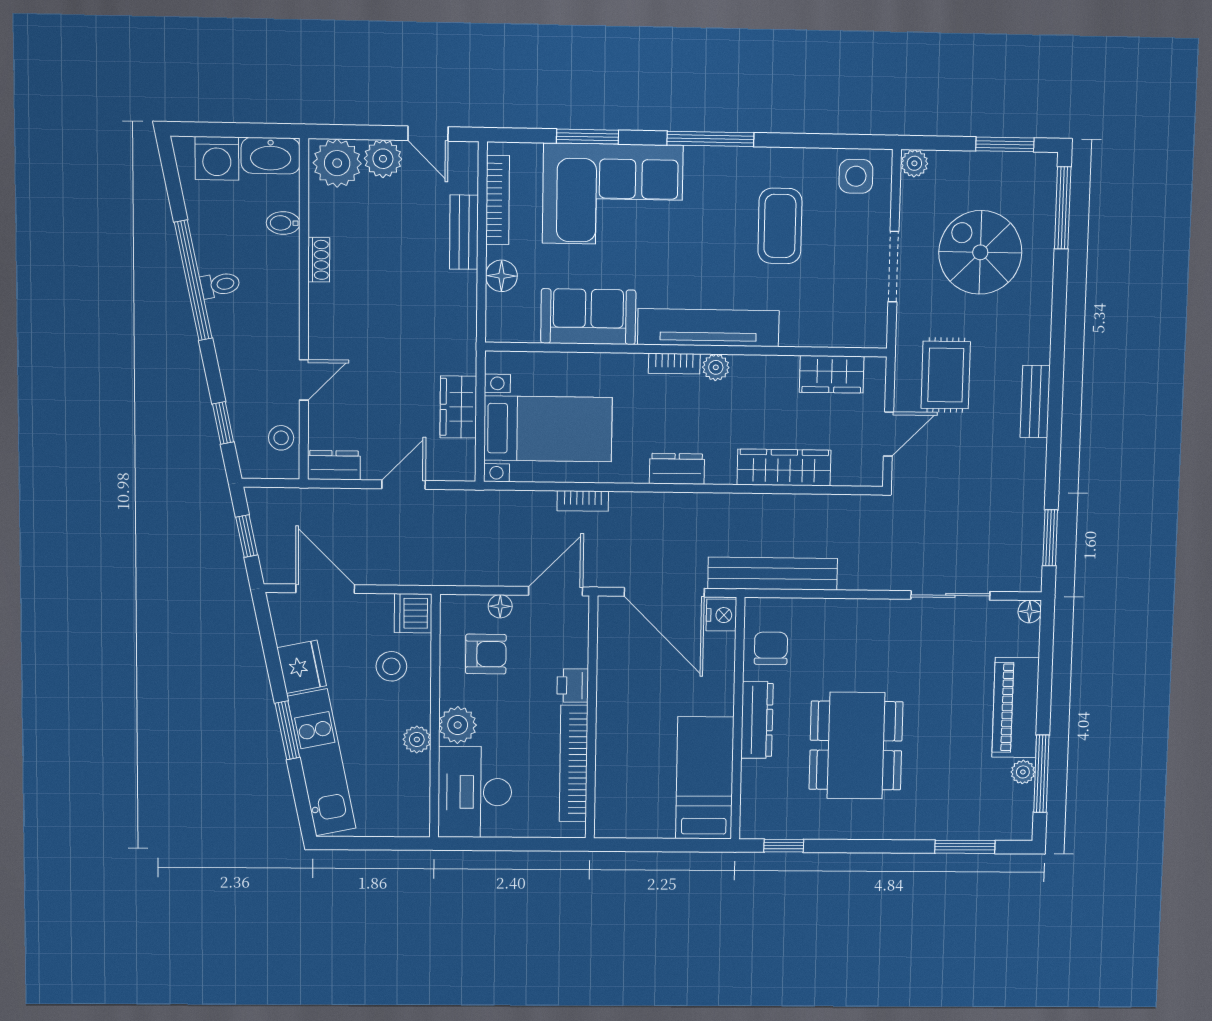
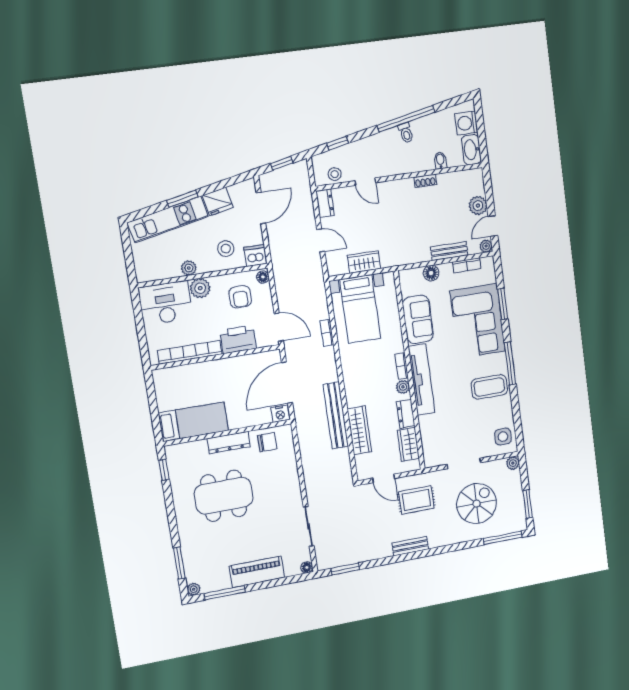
plant: (337, 163) -> (486, 246), moved, width x0.53, depth x0.53
bookcase: (498, 200) -> (467, 265), width x0.64
coffee table: (780, 226) -> (489, 387), moved
dresser: (677, 469) -> (406, 414), moved, turned 180
bench: (773, 574) -> (336, 415), moved
floor lamp: (500, 606) -> (263, 277), moved
printer: (573, 686) -> (238, 339), width x1.87, depth x1.48
plant: (1023, 772) -> (194, 589), moved

